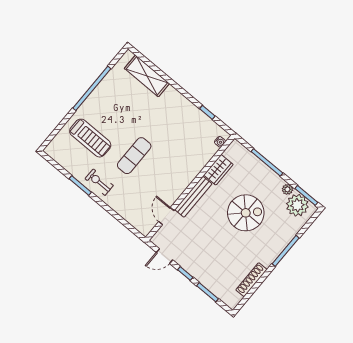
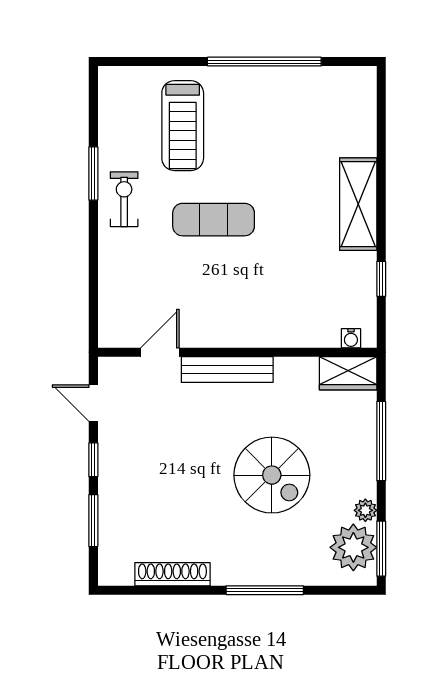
shelving: (147, 76) -> (358, 204), moved
wardrobe: (218, 170) -> (348, 373), moved

